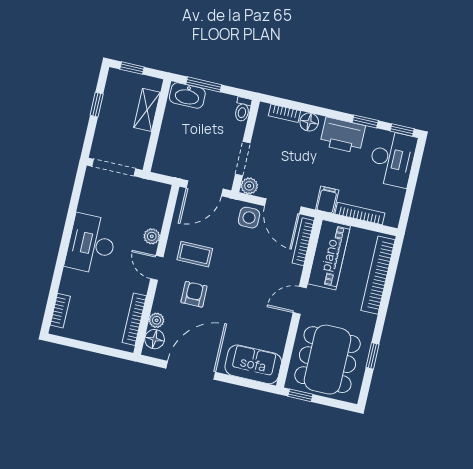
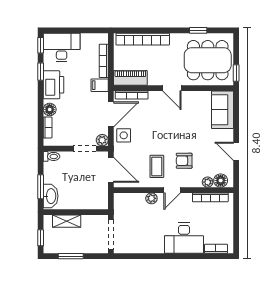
window: (97, 105) -> (71, 256), width x1.50
desk: (91, 244) -> (184, 238), moved
piano: (329, 255) -> (130, 78), width x0.73, depth x0.75
door: (191, 370) -> (236, 151), width x0.53

